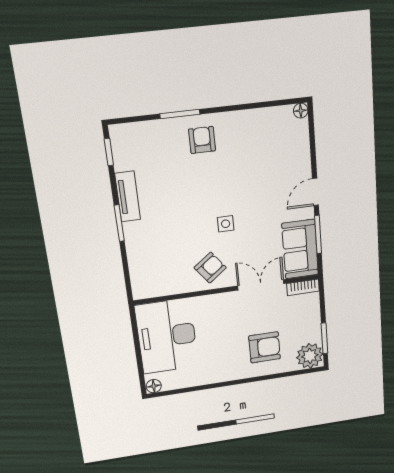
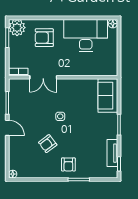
door: (315, 192) -> (7, 128), hinge flipped
tv unit: (128, 196) -> (112, 153), moved
sofa: (300, 249) -> (108, 96), moved, turned 180
armchair: (210, 268) -> (48, 144), moved
desk: (167, 336) -> (86, 36), moved, turned -90

